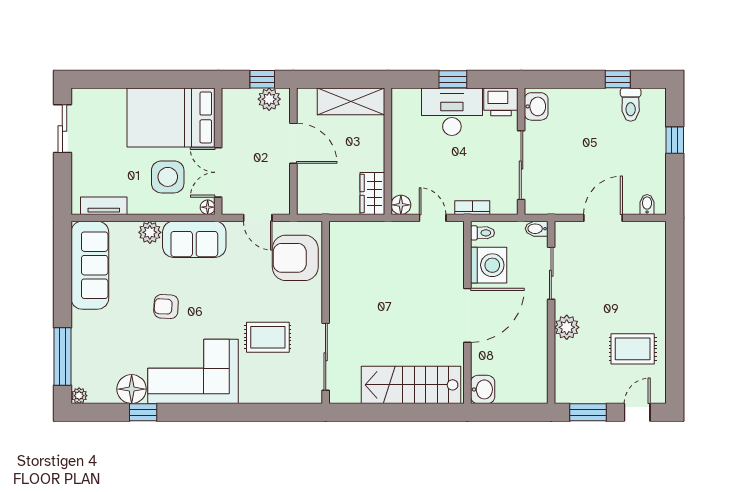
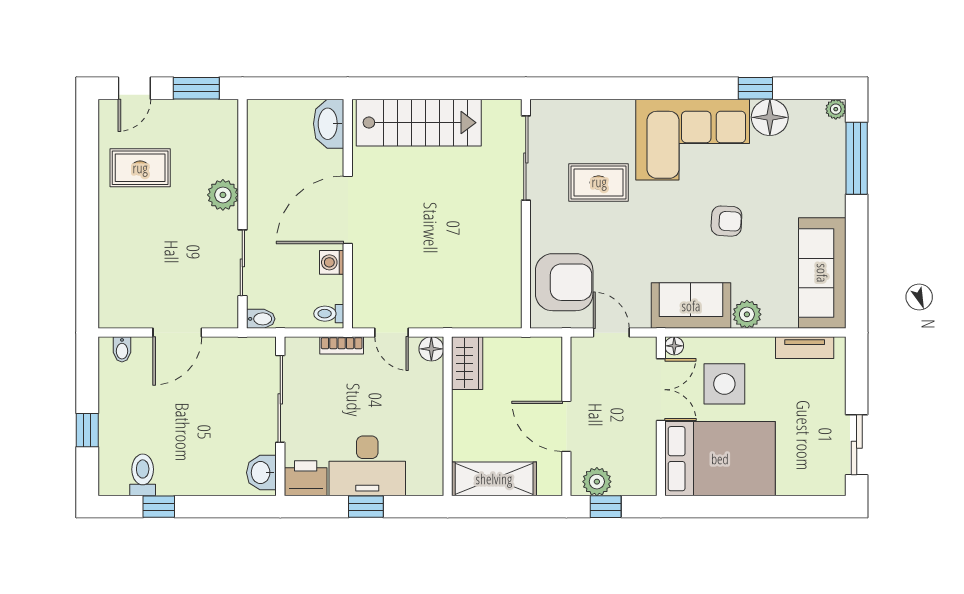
washing machine: (489, 265) -> (332, 262), width x0.53, depth x0.53
washbasin: (483, 389) -> (329, 124), width x1.38

